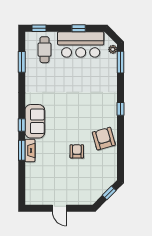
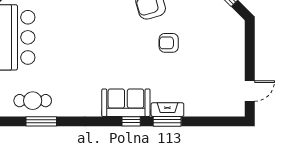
cafe table: (45, 50) -> (33, 101), moved
door: (59, 208) -> (250, 91), moved

